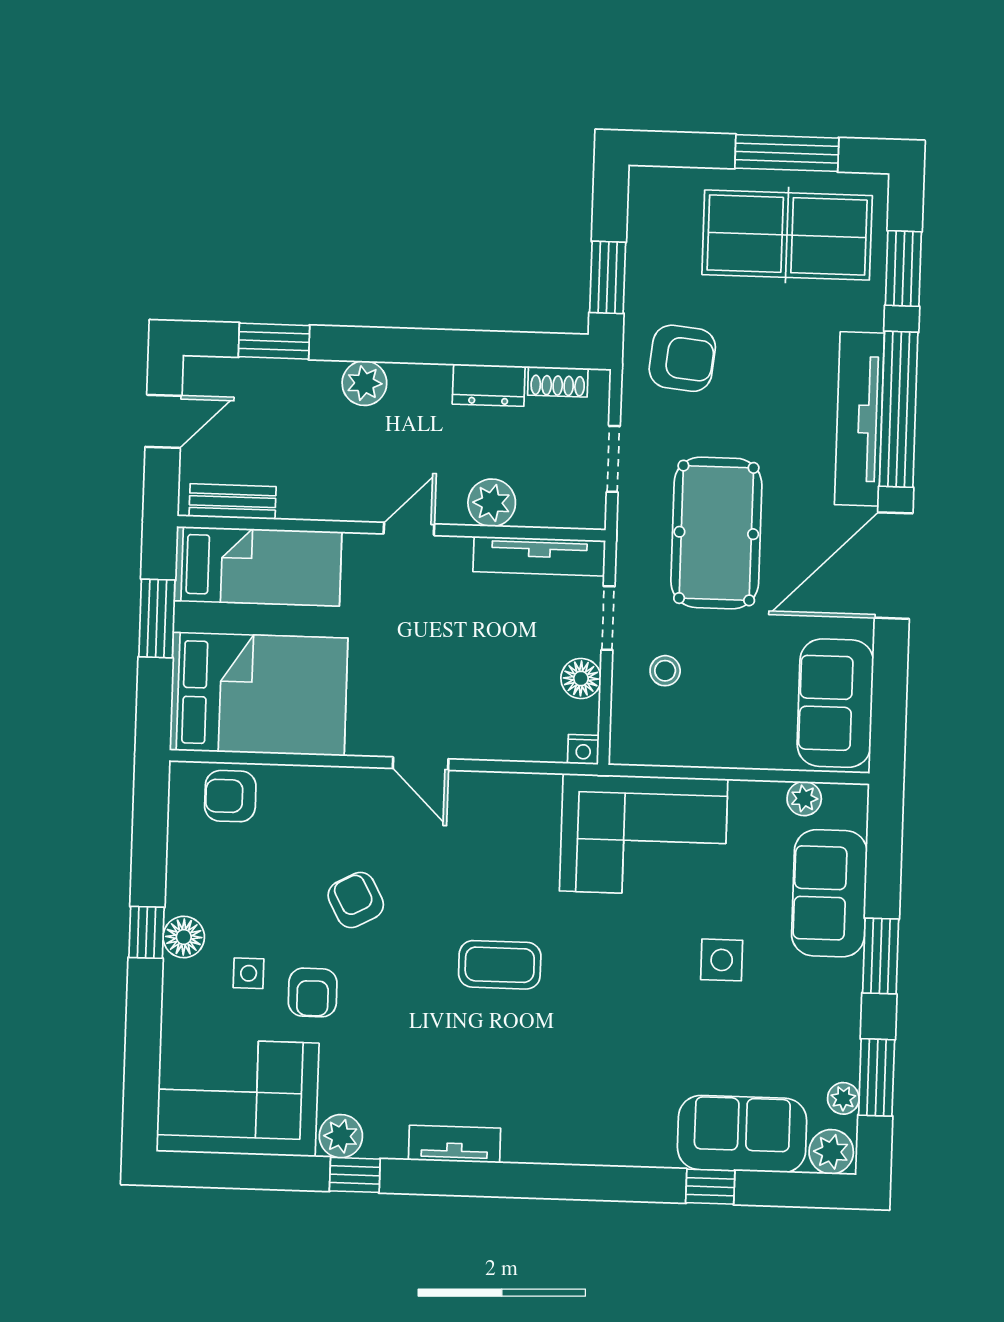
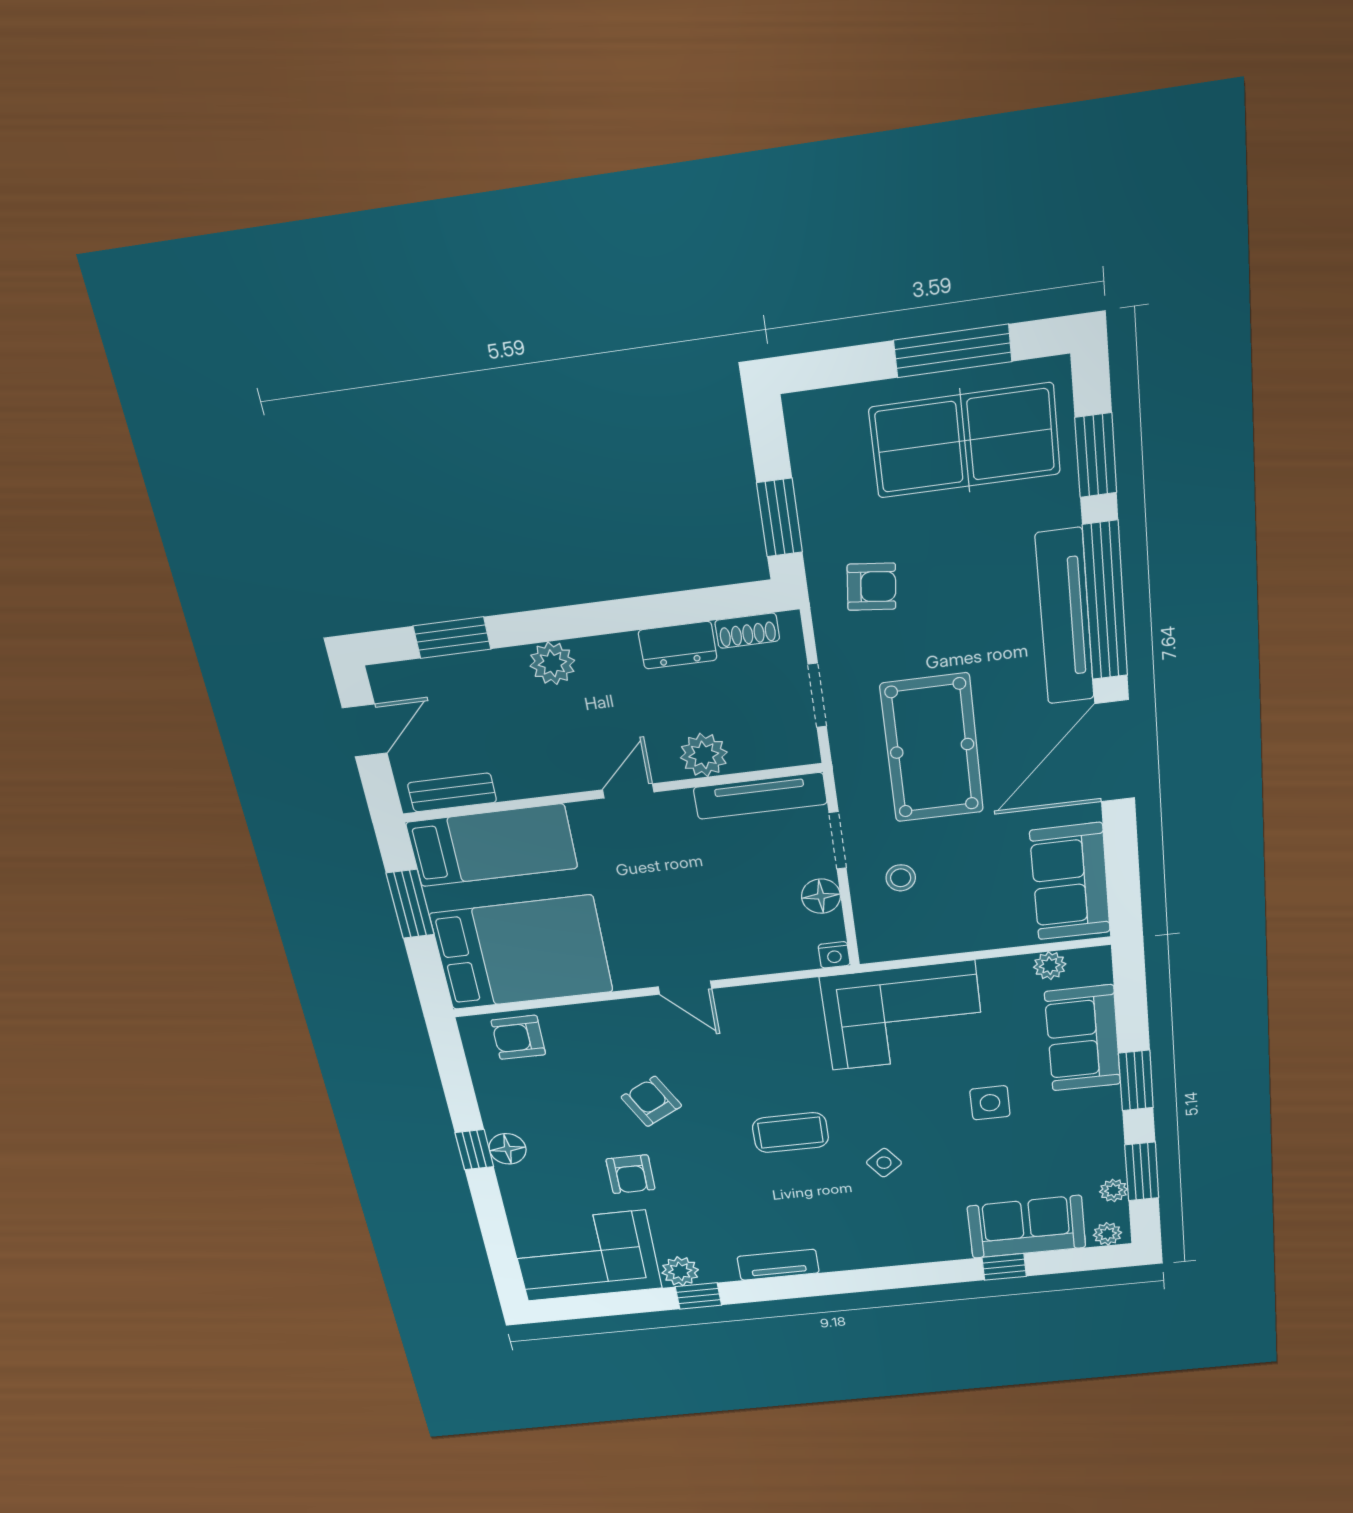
armchair: (682, 358) -> (872, 587), width x0.72, depth x0.72
side table: (249, 973) -> (884, 1163), moved, turned -37
plant: (831, 1152) -> (1107, 1234), width x0.73, depth x0.73

